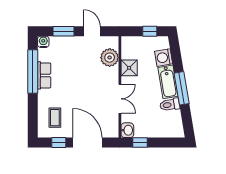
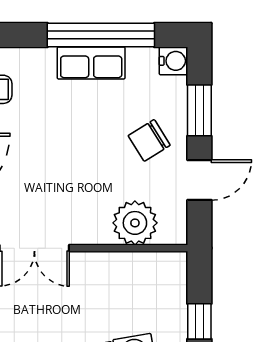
chair: (76, 52) -> (149, 140), added
shower: (129, 68) -> (110, 271), removed

